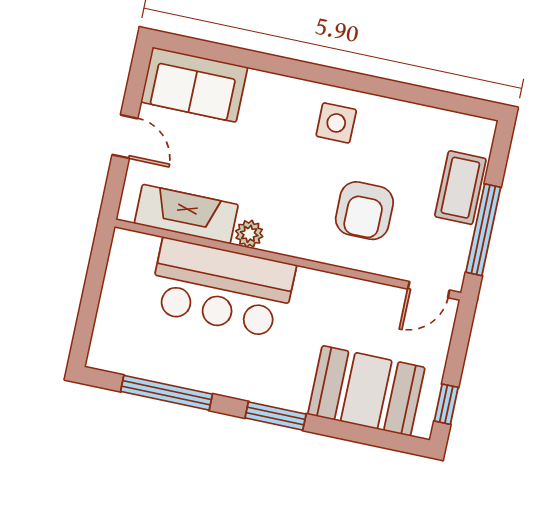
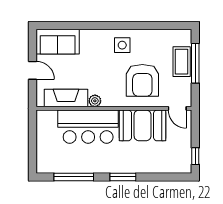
armchair: (364, 211) -> (142, 80), width x1.36, depth x1.36
window: (483, 230) -> (195, 63), moved
door: (429, 290) -> (177, 108), hinge flipped
booth: (366, 391) -> (143, 125), moved

